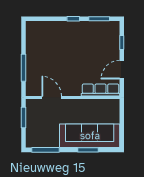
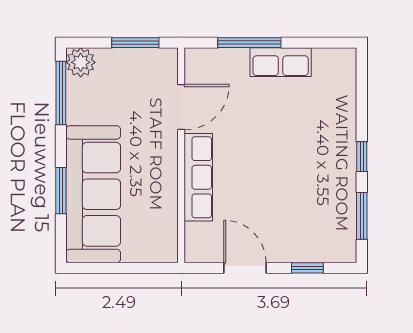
row of seats: (32, 54) -> (281, 62), added
row of seats: (100, 90) -> (198, 177), moved
plant: (32, 141) -> (81, 62), added

